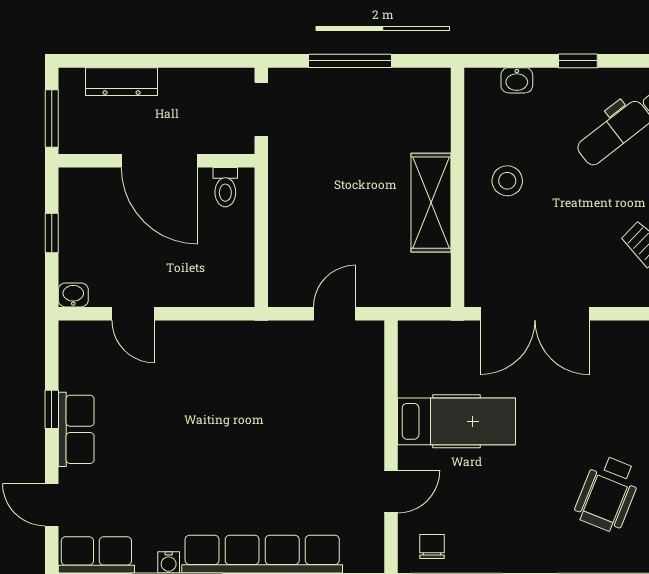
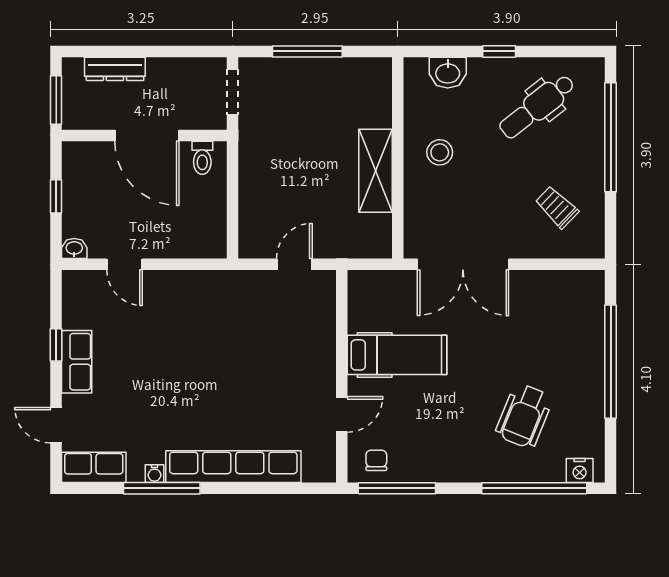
washbasin: (517, 80) -> (448, 73), width x1.38, depth x1.45

